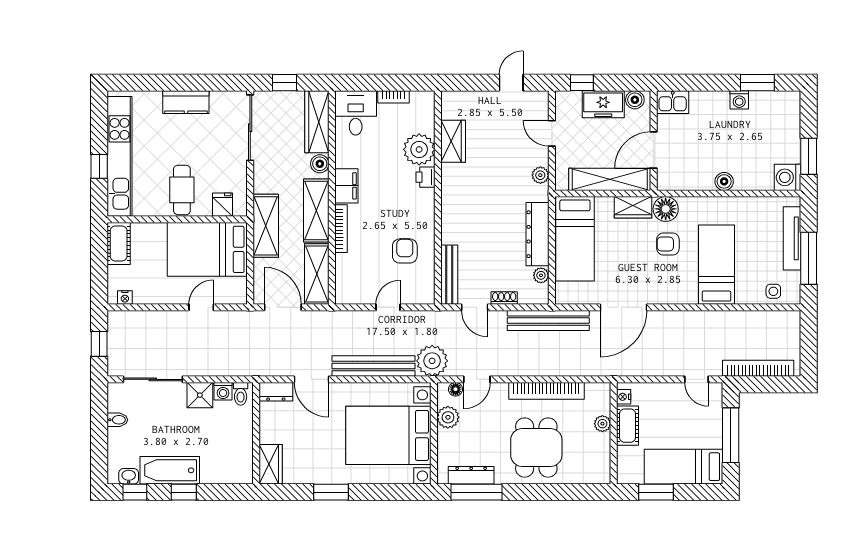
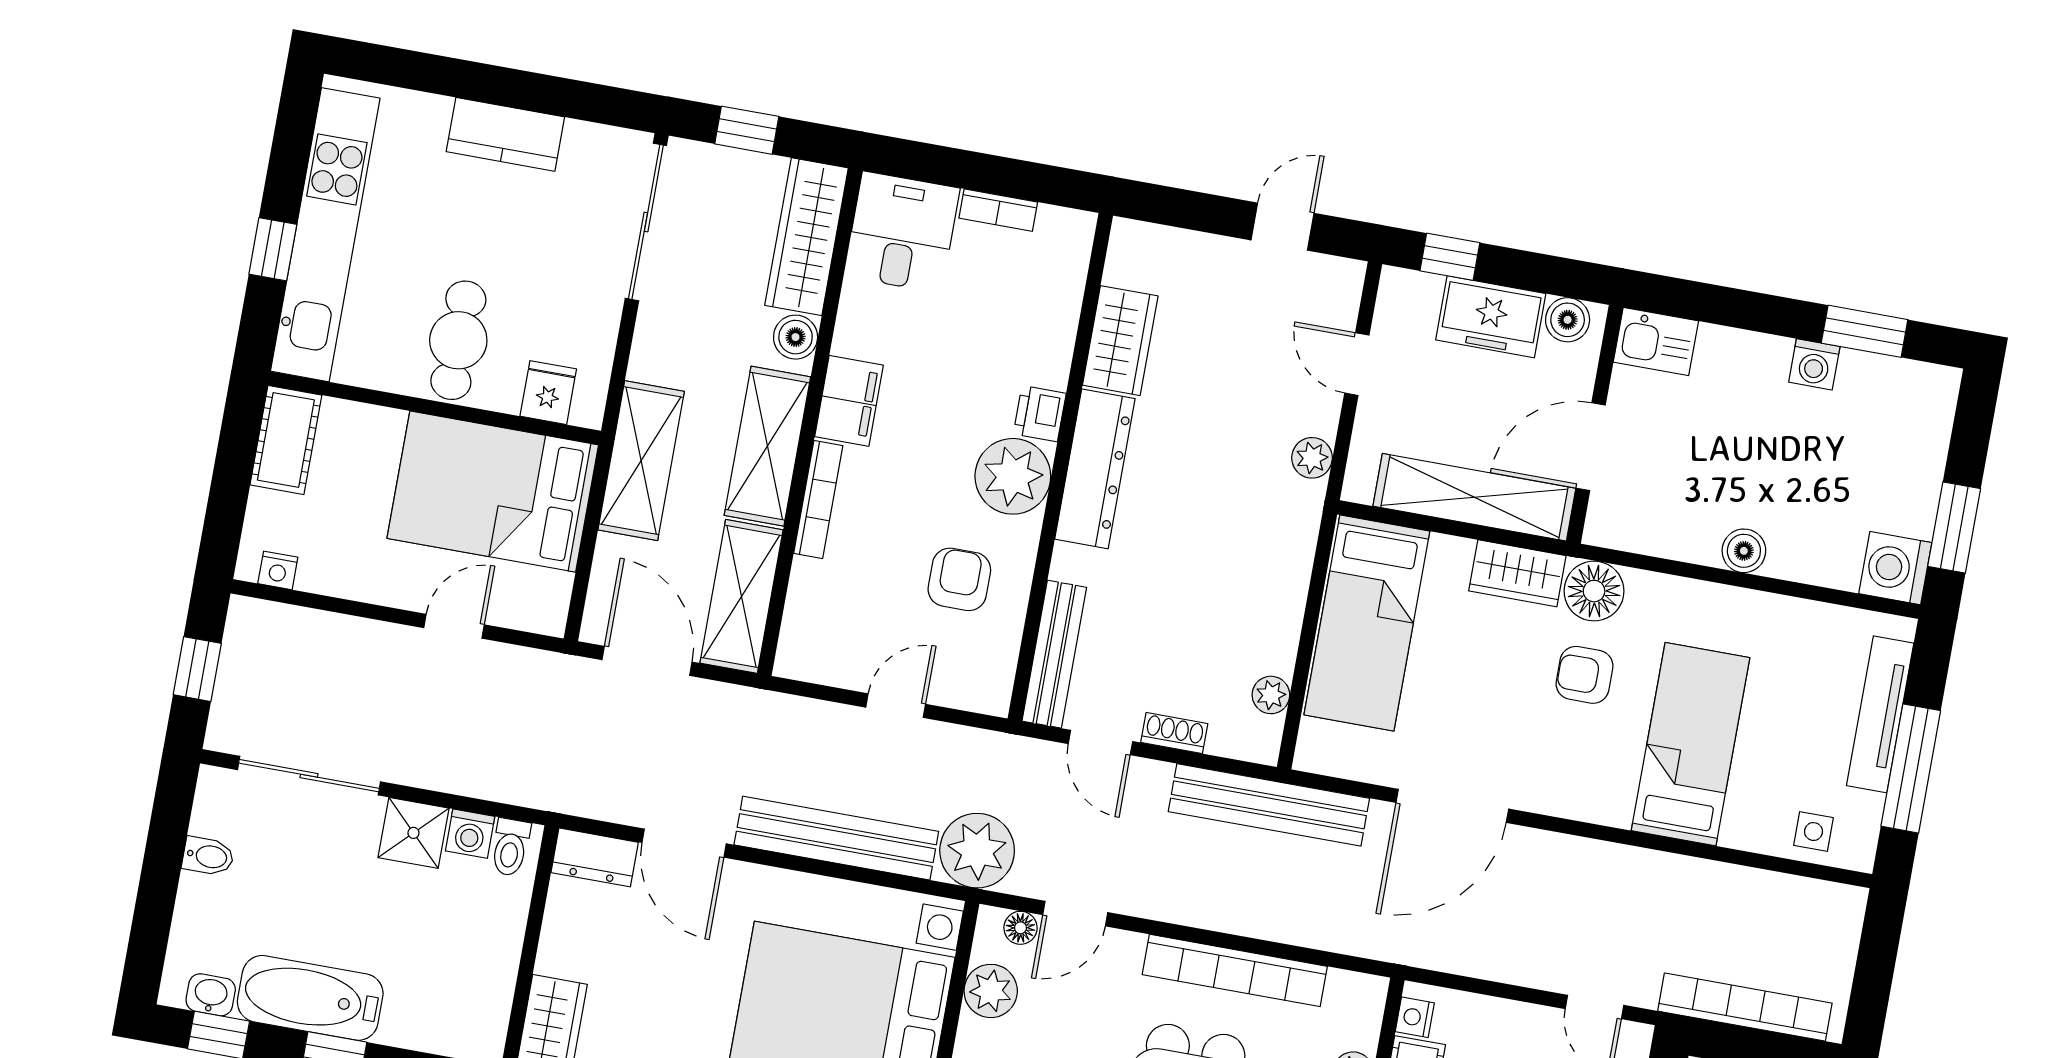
plant: (419, 149) -> (1013, 476), moved
dresser: (537, 234) -> (1095, 469), moved, turned 180

